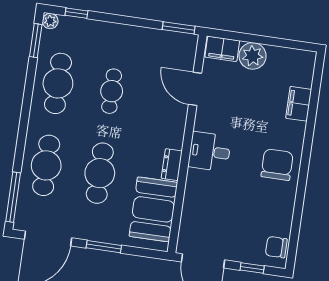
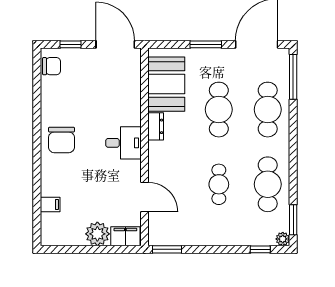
filing cabinet: (299, 104) -> (50, 204), width x0.50

